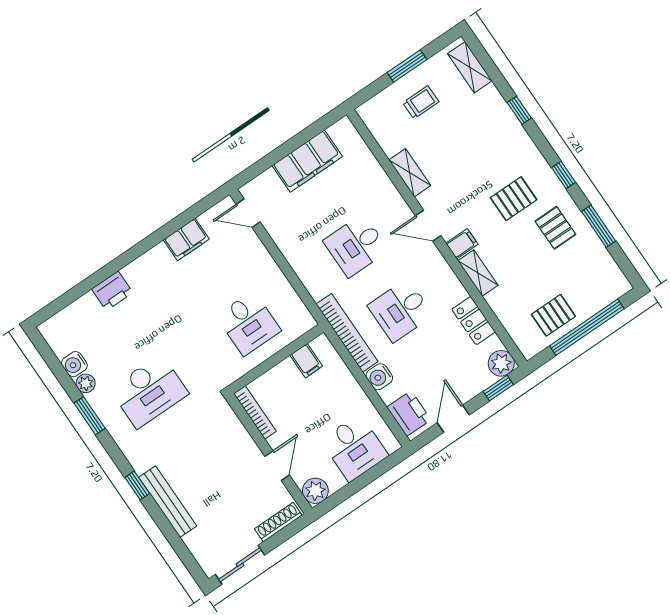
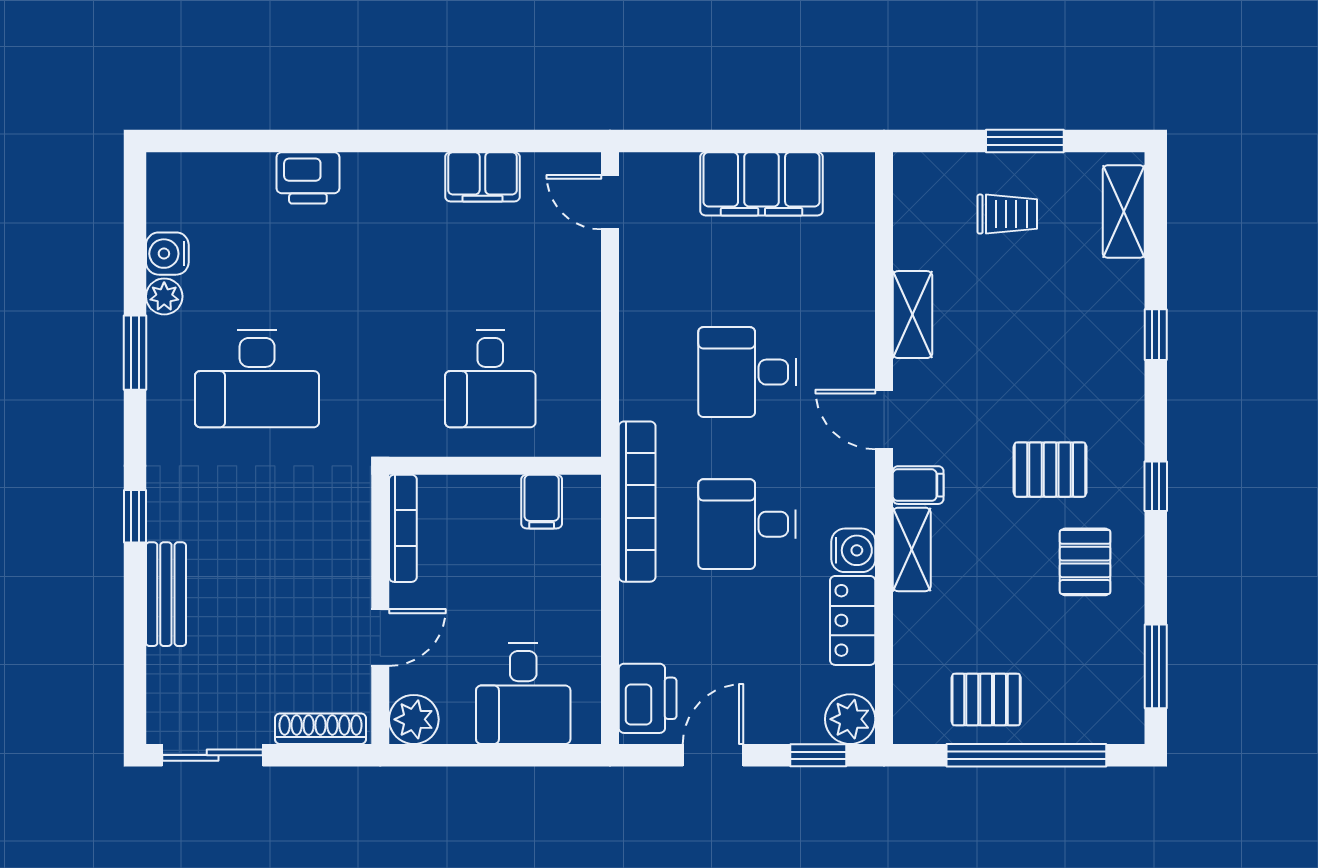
window: (599, 226) -> (1156, 666), moved
water cooler: (379, 377) -> (853, 550), moved, turned 180
bench: (168, 502) -> (166, 594), width x0.73

